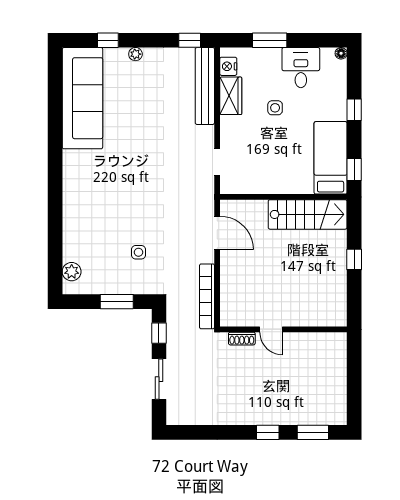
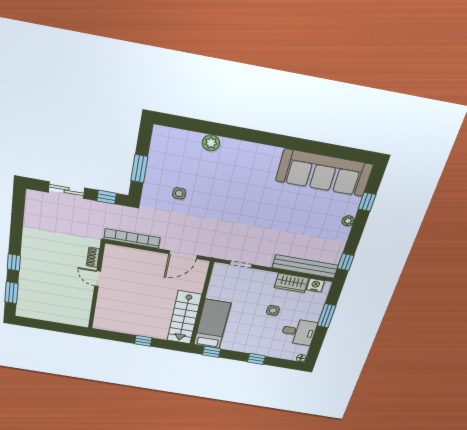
bed: (331, 158) -> (212, 324), moved, turned -90
plant: (72, 272) -> (211, 143), moved
door: (271, 329) -> (98, 279), hinge flipped

